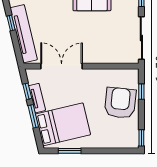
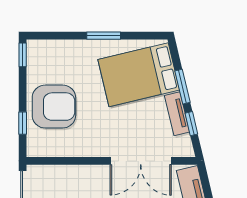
armchair: (120, 103) -> (54, 107), turned -96
window: (70, 151) -> (104, 36), moved

